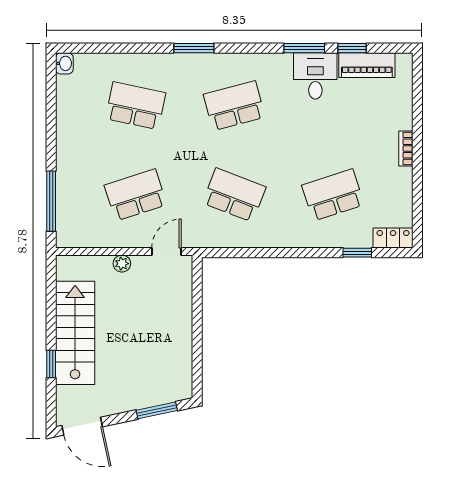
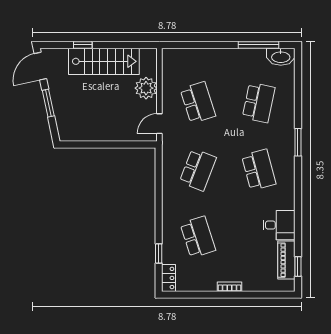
window: (304, 48) -> (298, 218), removed
window: (352, 48) -> (298, 267), moved
washbasin: (64, 63) -> (281, 57), width x1.91, depth x1.45
window: (51, 201) -> (258, 45), moved
door: (166, 252) -> (159, 124), swing flipped
plant: (122, 264) -> (146, 88), width x1.87, depth x1.87
window: (157, 410) -> (48, 103), moved

